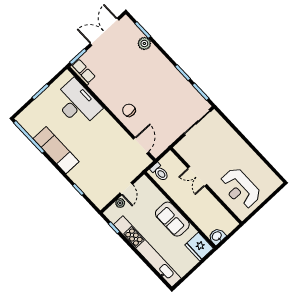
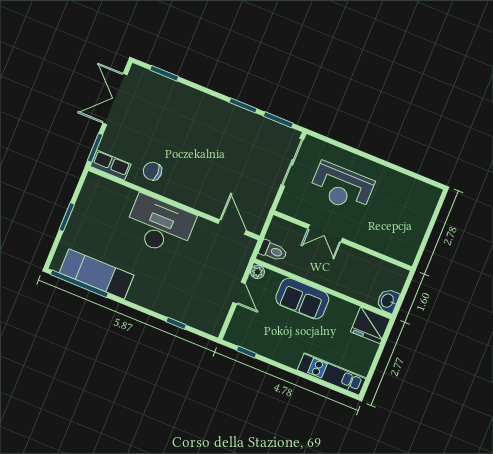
plant: (144, 43) -> (175, 90), removed
desk: (77, 103) -> (160, 225), moved
chair: (129, 110) -> (152, 171), moved
exam couch: (56, 150) -> (97, 274), moved
reception desk: (240, 188) -> (342, 187), moved
plant: (120, 203) -> (258, 272), moved
sofa: (172, 219) -> (302, 299), moved
kitchen unit: (147, 251) -> (332, 374), width x0.54

